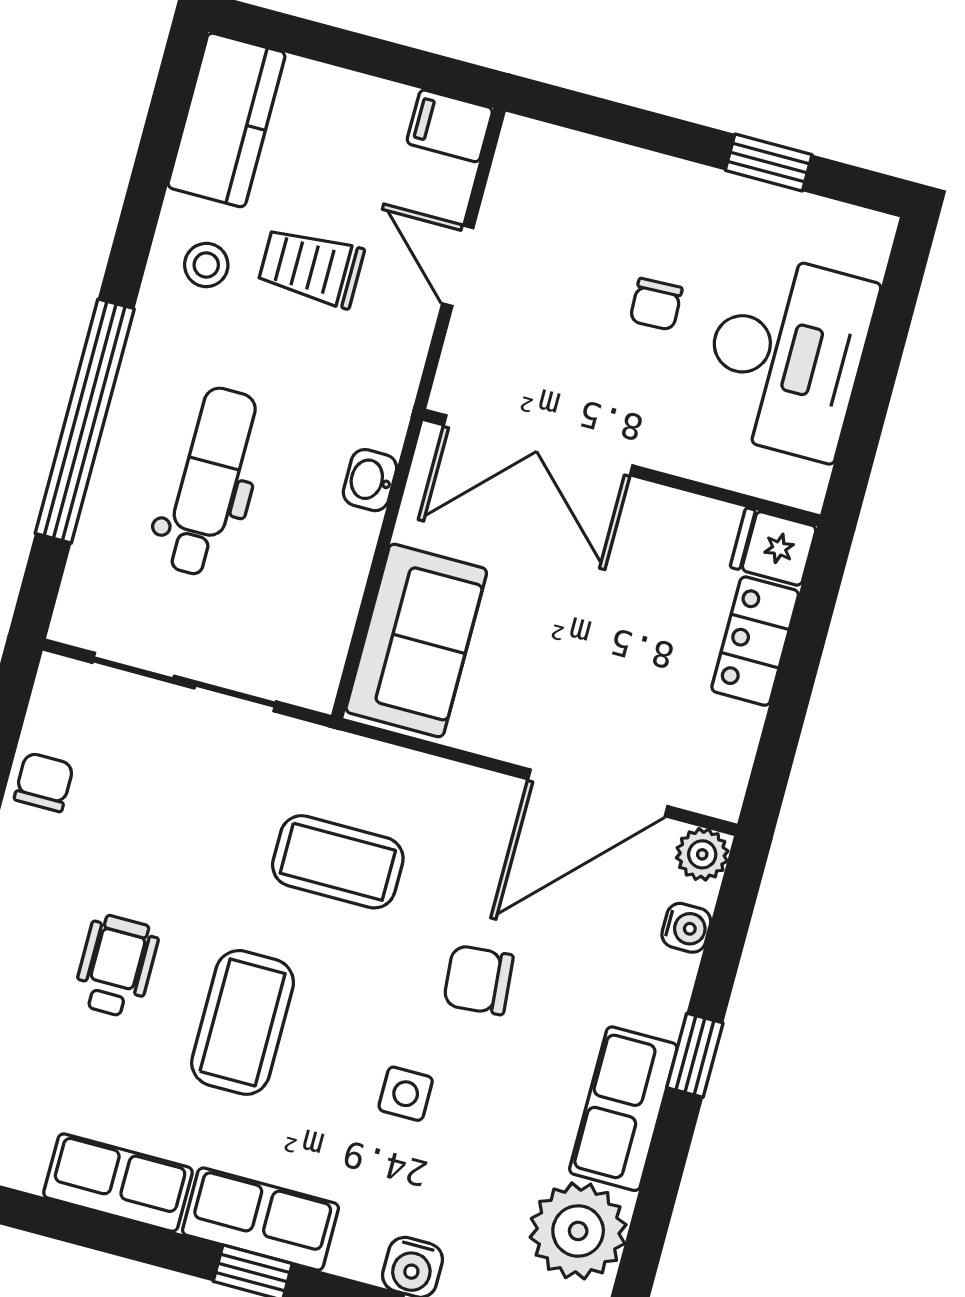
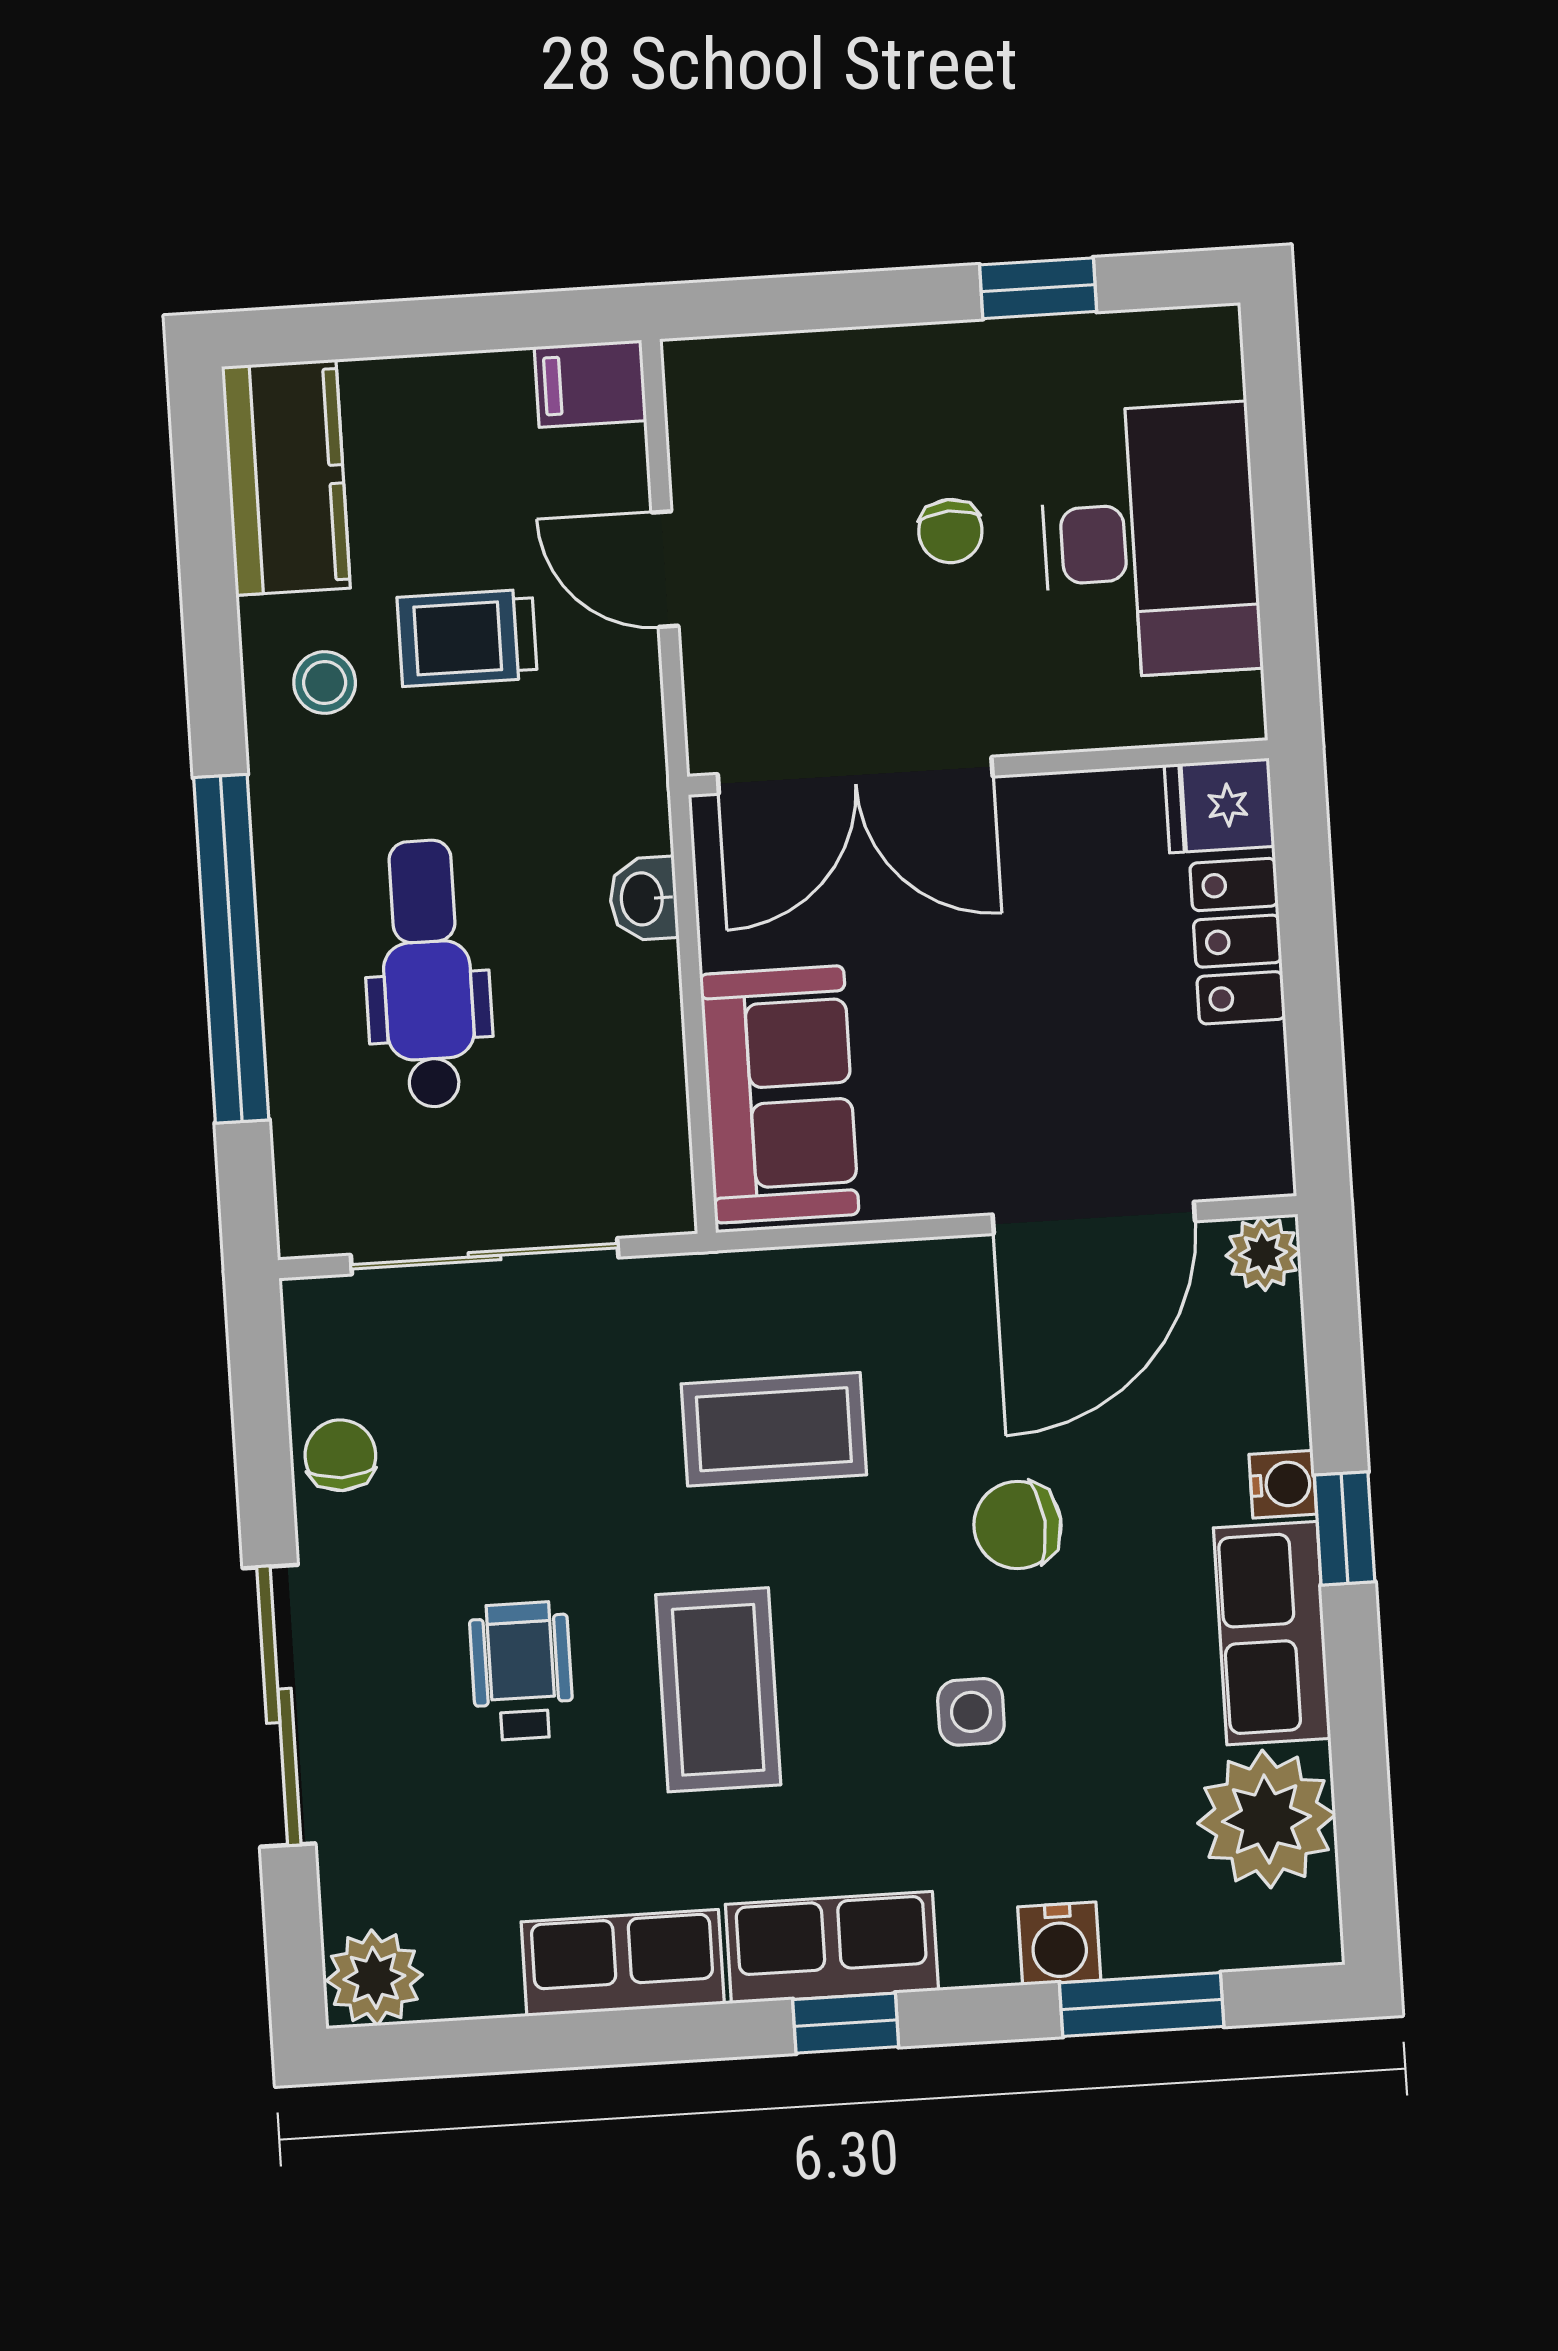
water cooler: (686, 928) -> (1283, 1484), moved

